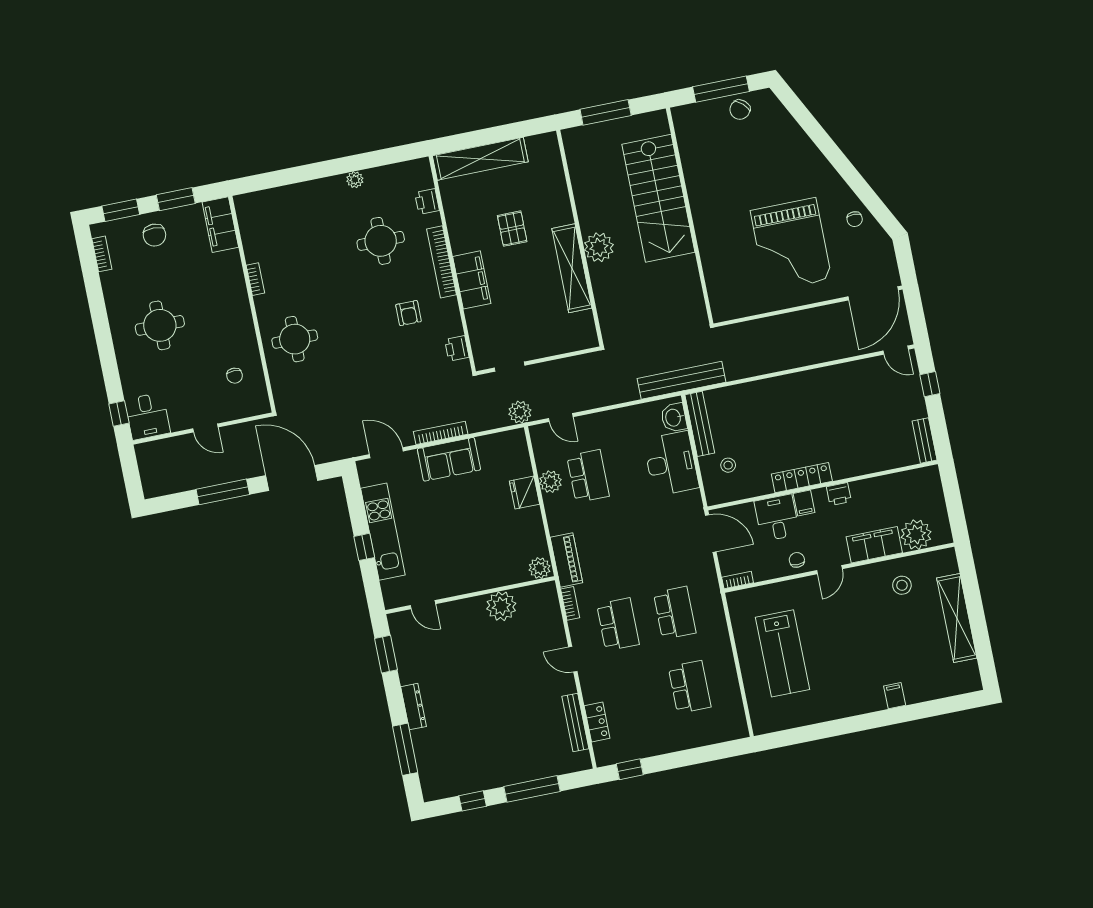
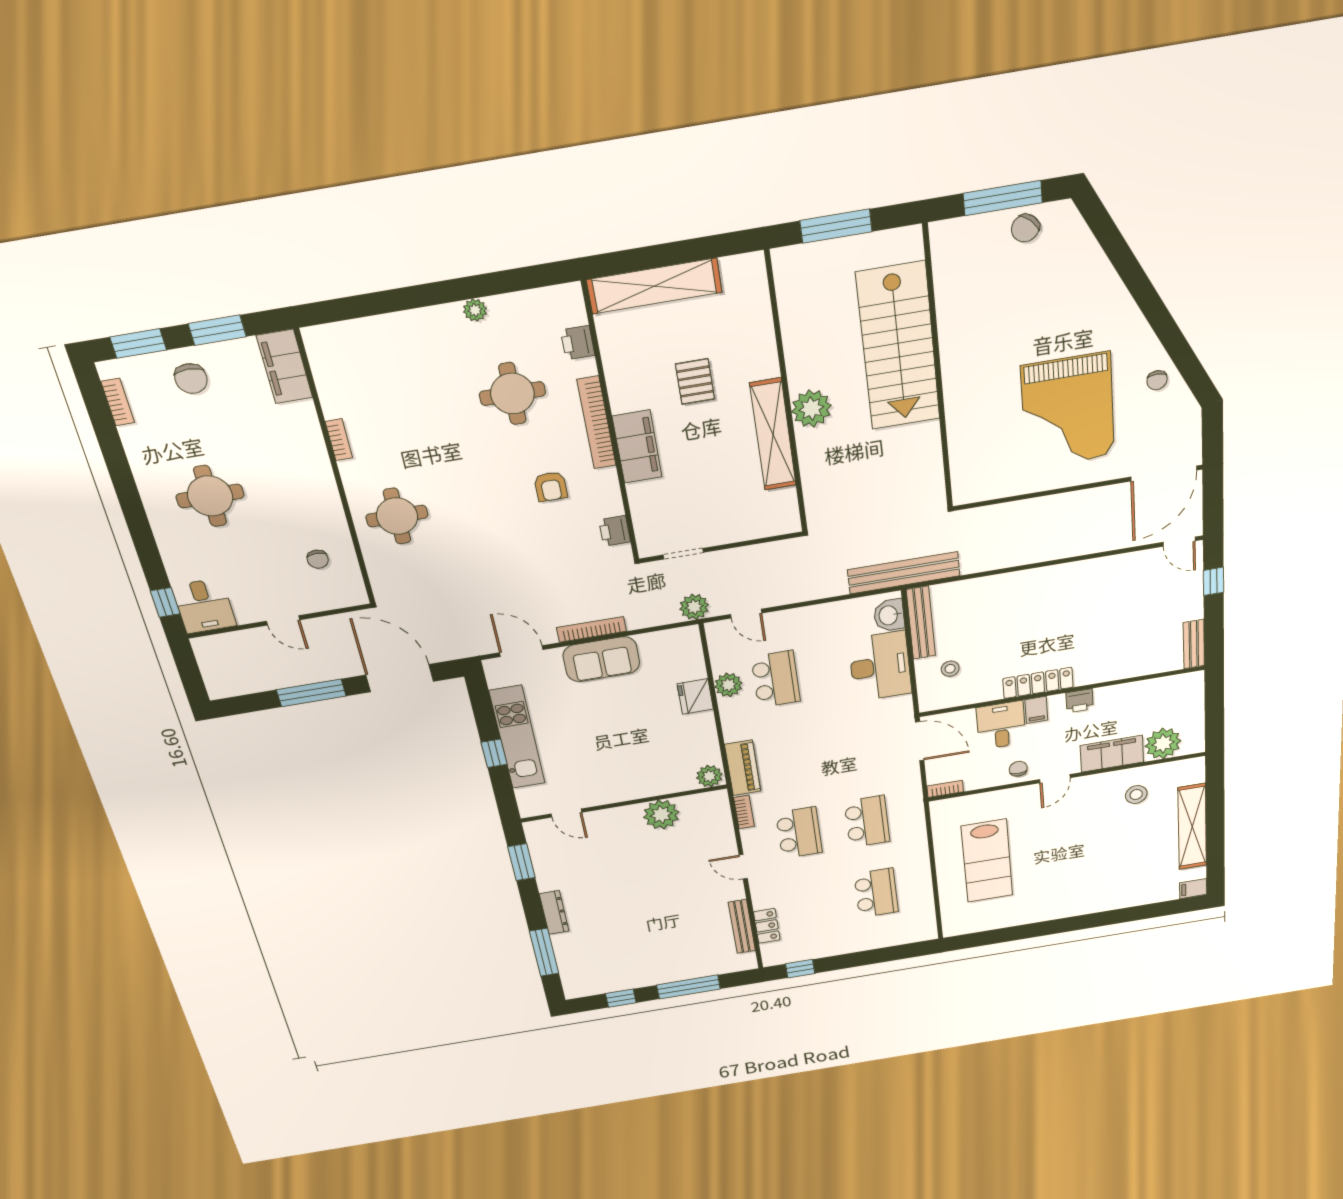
filing cabinet: (895, 696) -> (1193, 889), moved, turned -90

